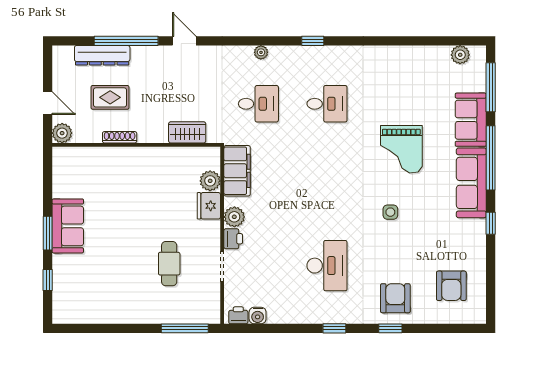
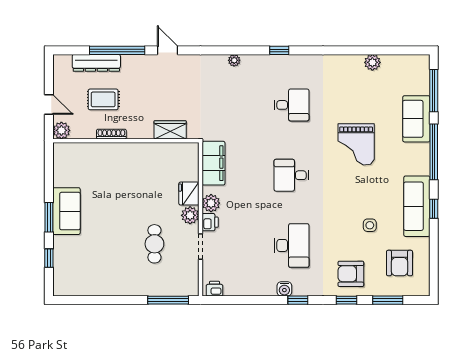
plant: (460, 55) -> (372, 62), moved
desk: (258, 104) -> (291, 175), moved, turned 180
plant: (210, 181) -> (190, 215), moved
sofa: (471, 183) -> (417, 206), moved
side table: (390, 212) -> (370, 225), moved
armchair: (395, 298) -> (351, 274), turned -90
water cooler: (258, 316) -> (284, 289), moved
window: (438, 328) -> (388, 300), added

